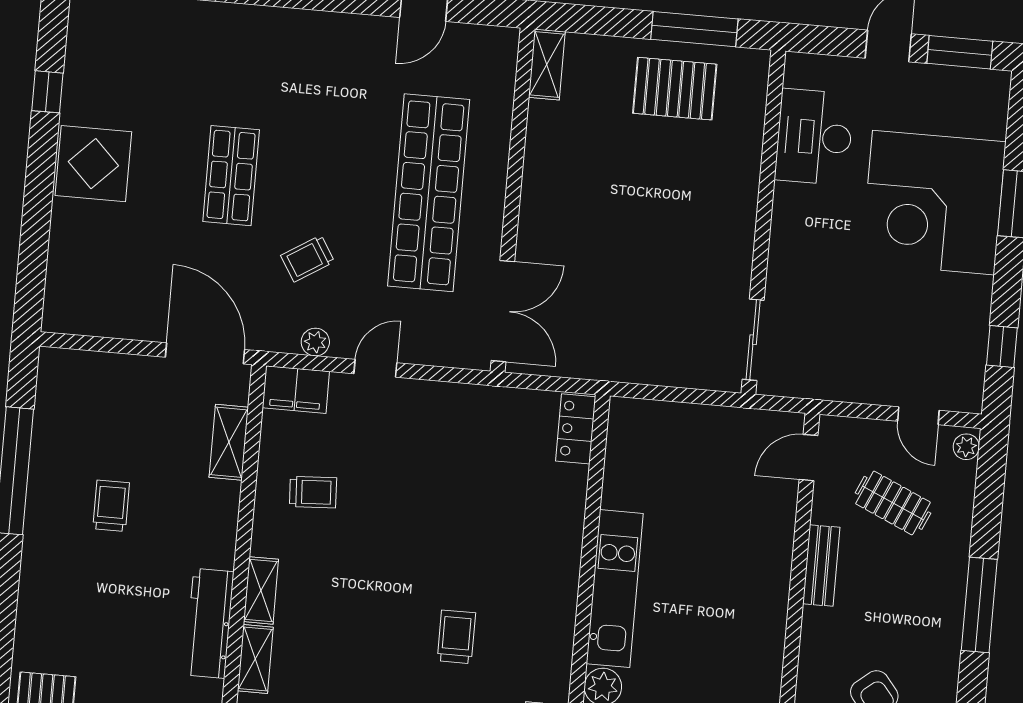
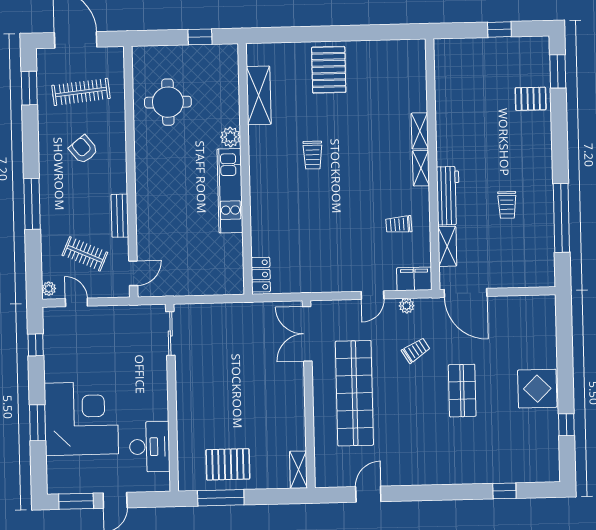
workbench: (209, 623) -> (448, 196), moved

